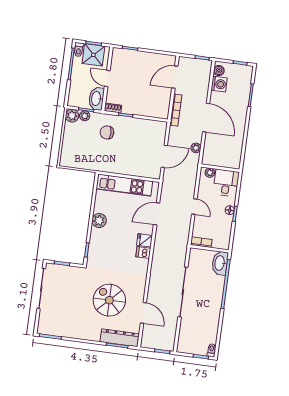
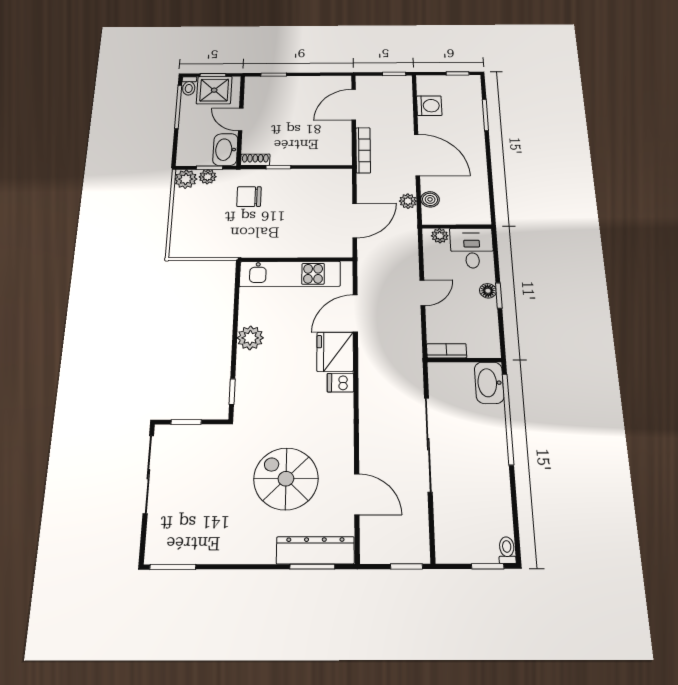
boiler: (219, 71) -> (430, 199), moved
door: (194, 207) -> (422, 293), hinge flipped
fridge: (145, 240) -> (335, 352), width x1.88, depth x1.34

